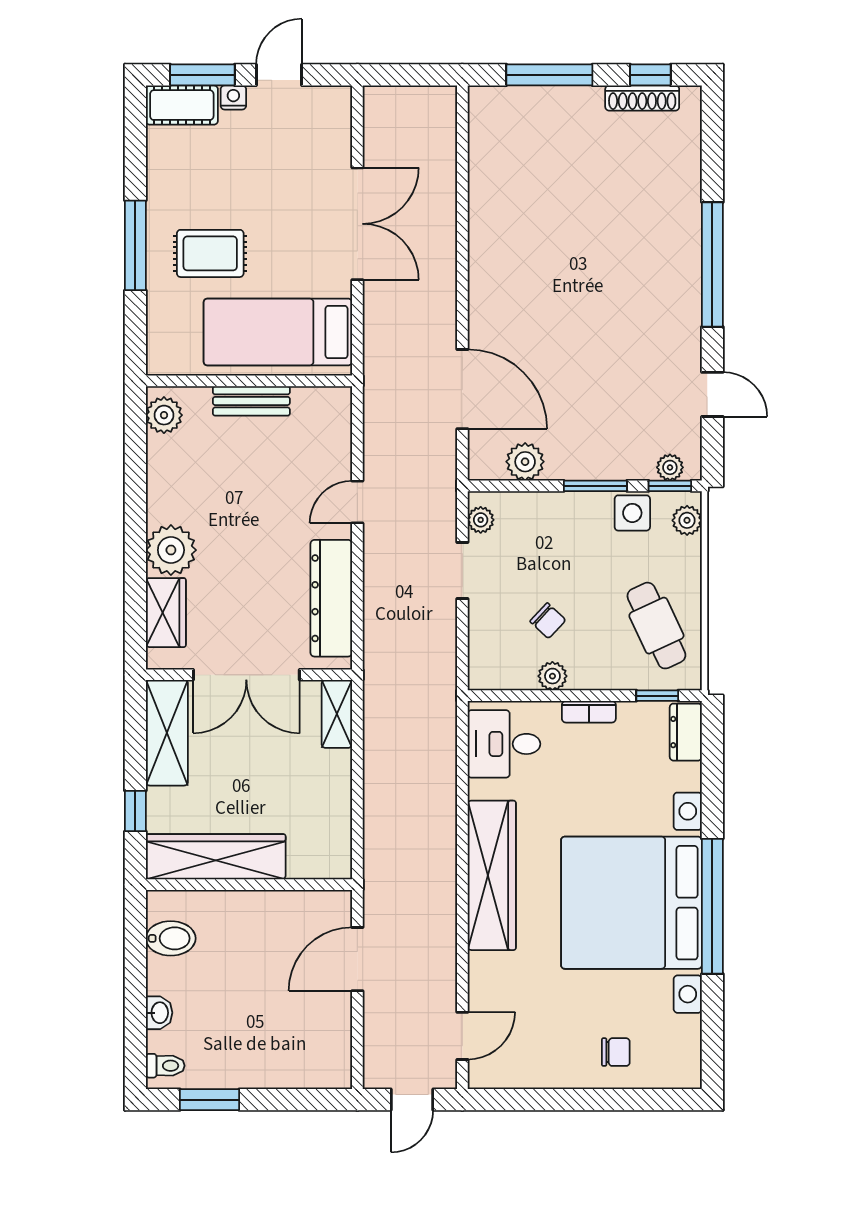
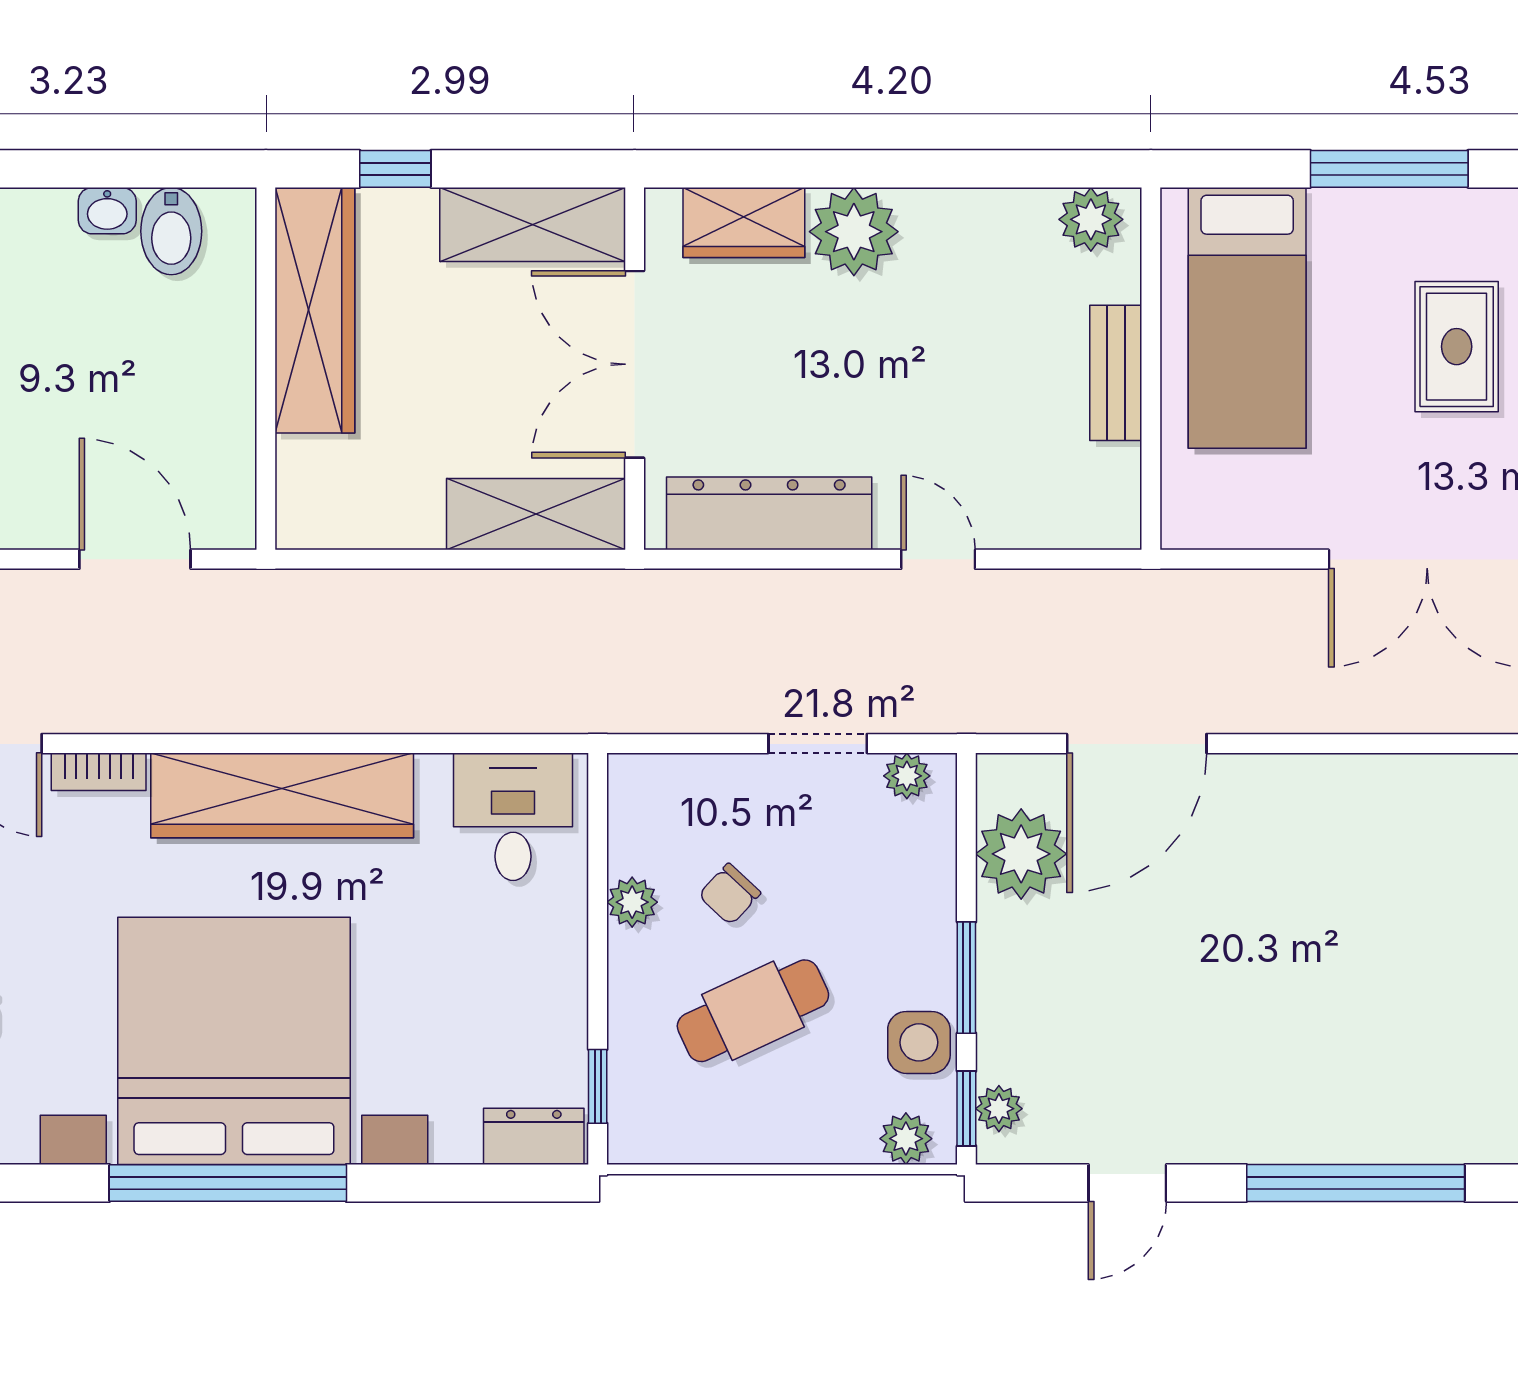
rug: (210, 253) -> (1457, 347), moved
bed: (278, 332) -> (1247, 318), moved, turned 180
plant: (525, 462) -> (1021, 854), width x1.36, depth x1.36
cafe table: (656, 626) -> (753, 1011), moved
bookcase: (589, 712) -> (99, 772), moved, turned -90
shelving: (337, 714) -> (536, 514), width x1.50, depth x1.33
washbasin: (159, 1013) -> (107, 211), moved

